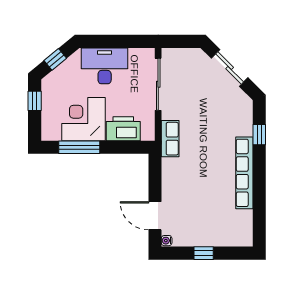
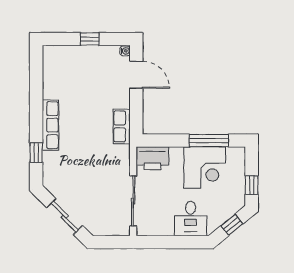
desk: (105, 66) -> (191, 219), width x0.73
printer: (123, 129) -> (152, 158), moved
row of seats: (170, 139) -> (122, 126), moved
row of seats: (244, 173) -> (50, 125), width x0.73

